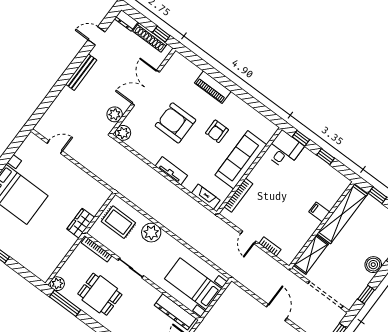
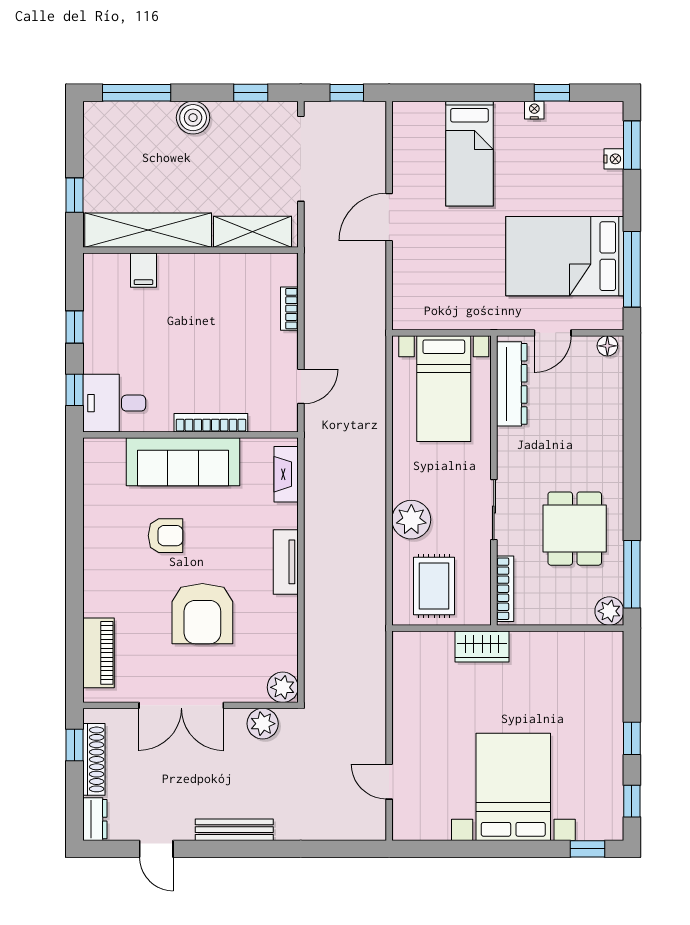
piano: (213, 87) -> (98, 653), moved
bookcase: (238, 195) -> (211, 423), moved
filing cabinet: (319, 212) -> (143, 270), moved
door: (248, 237) -> (301, 386), moved

